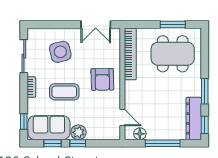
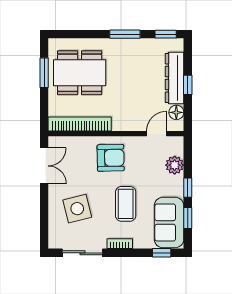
dining table: (173, 54) -> (80, 73), turned 90
dresser: (194, 119) -> (174, 78), moved, turned 90
plant: (78, 132) -> (175, 165), moved
window: (163, 143) -> (188, 85), width x0.46

